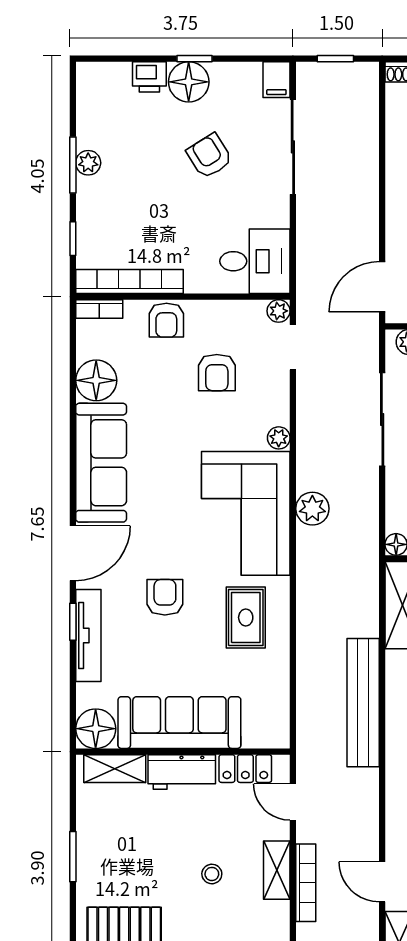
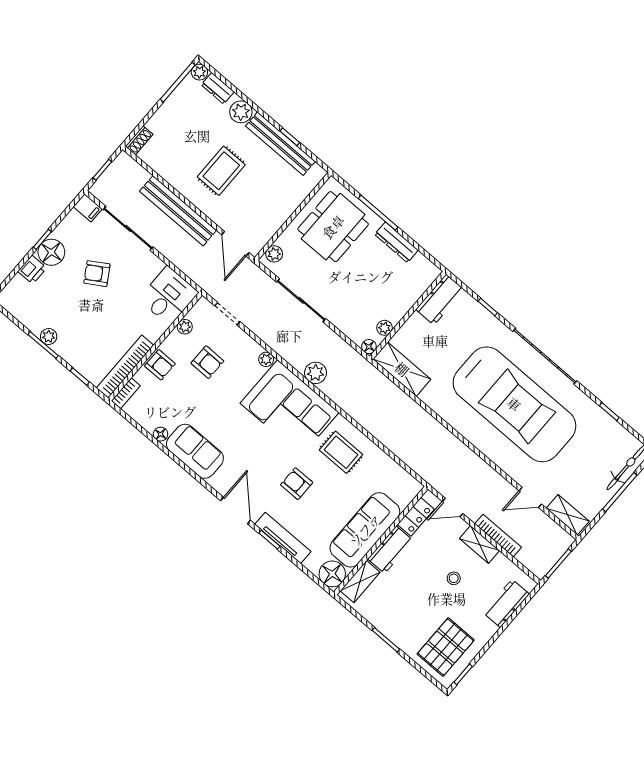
plant: (279, 311) -> (185, 327), moved
floor lamp: (96, 380) -> (161, 434), width x0.53, depth x0.53
sofa: (101, 463) -> (195, 451), width x0.73
bench: (363, 703) -> (178, 211), moved

